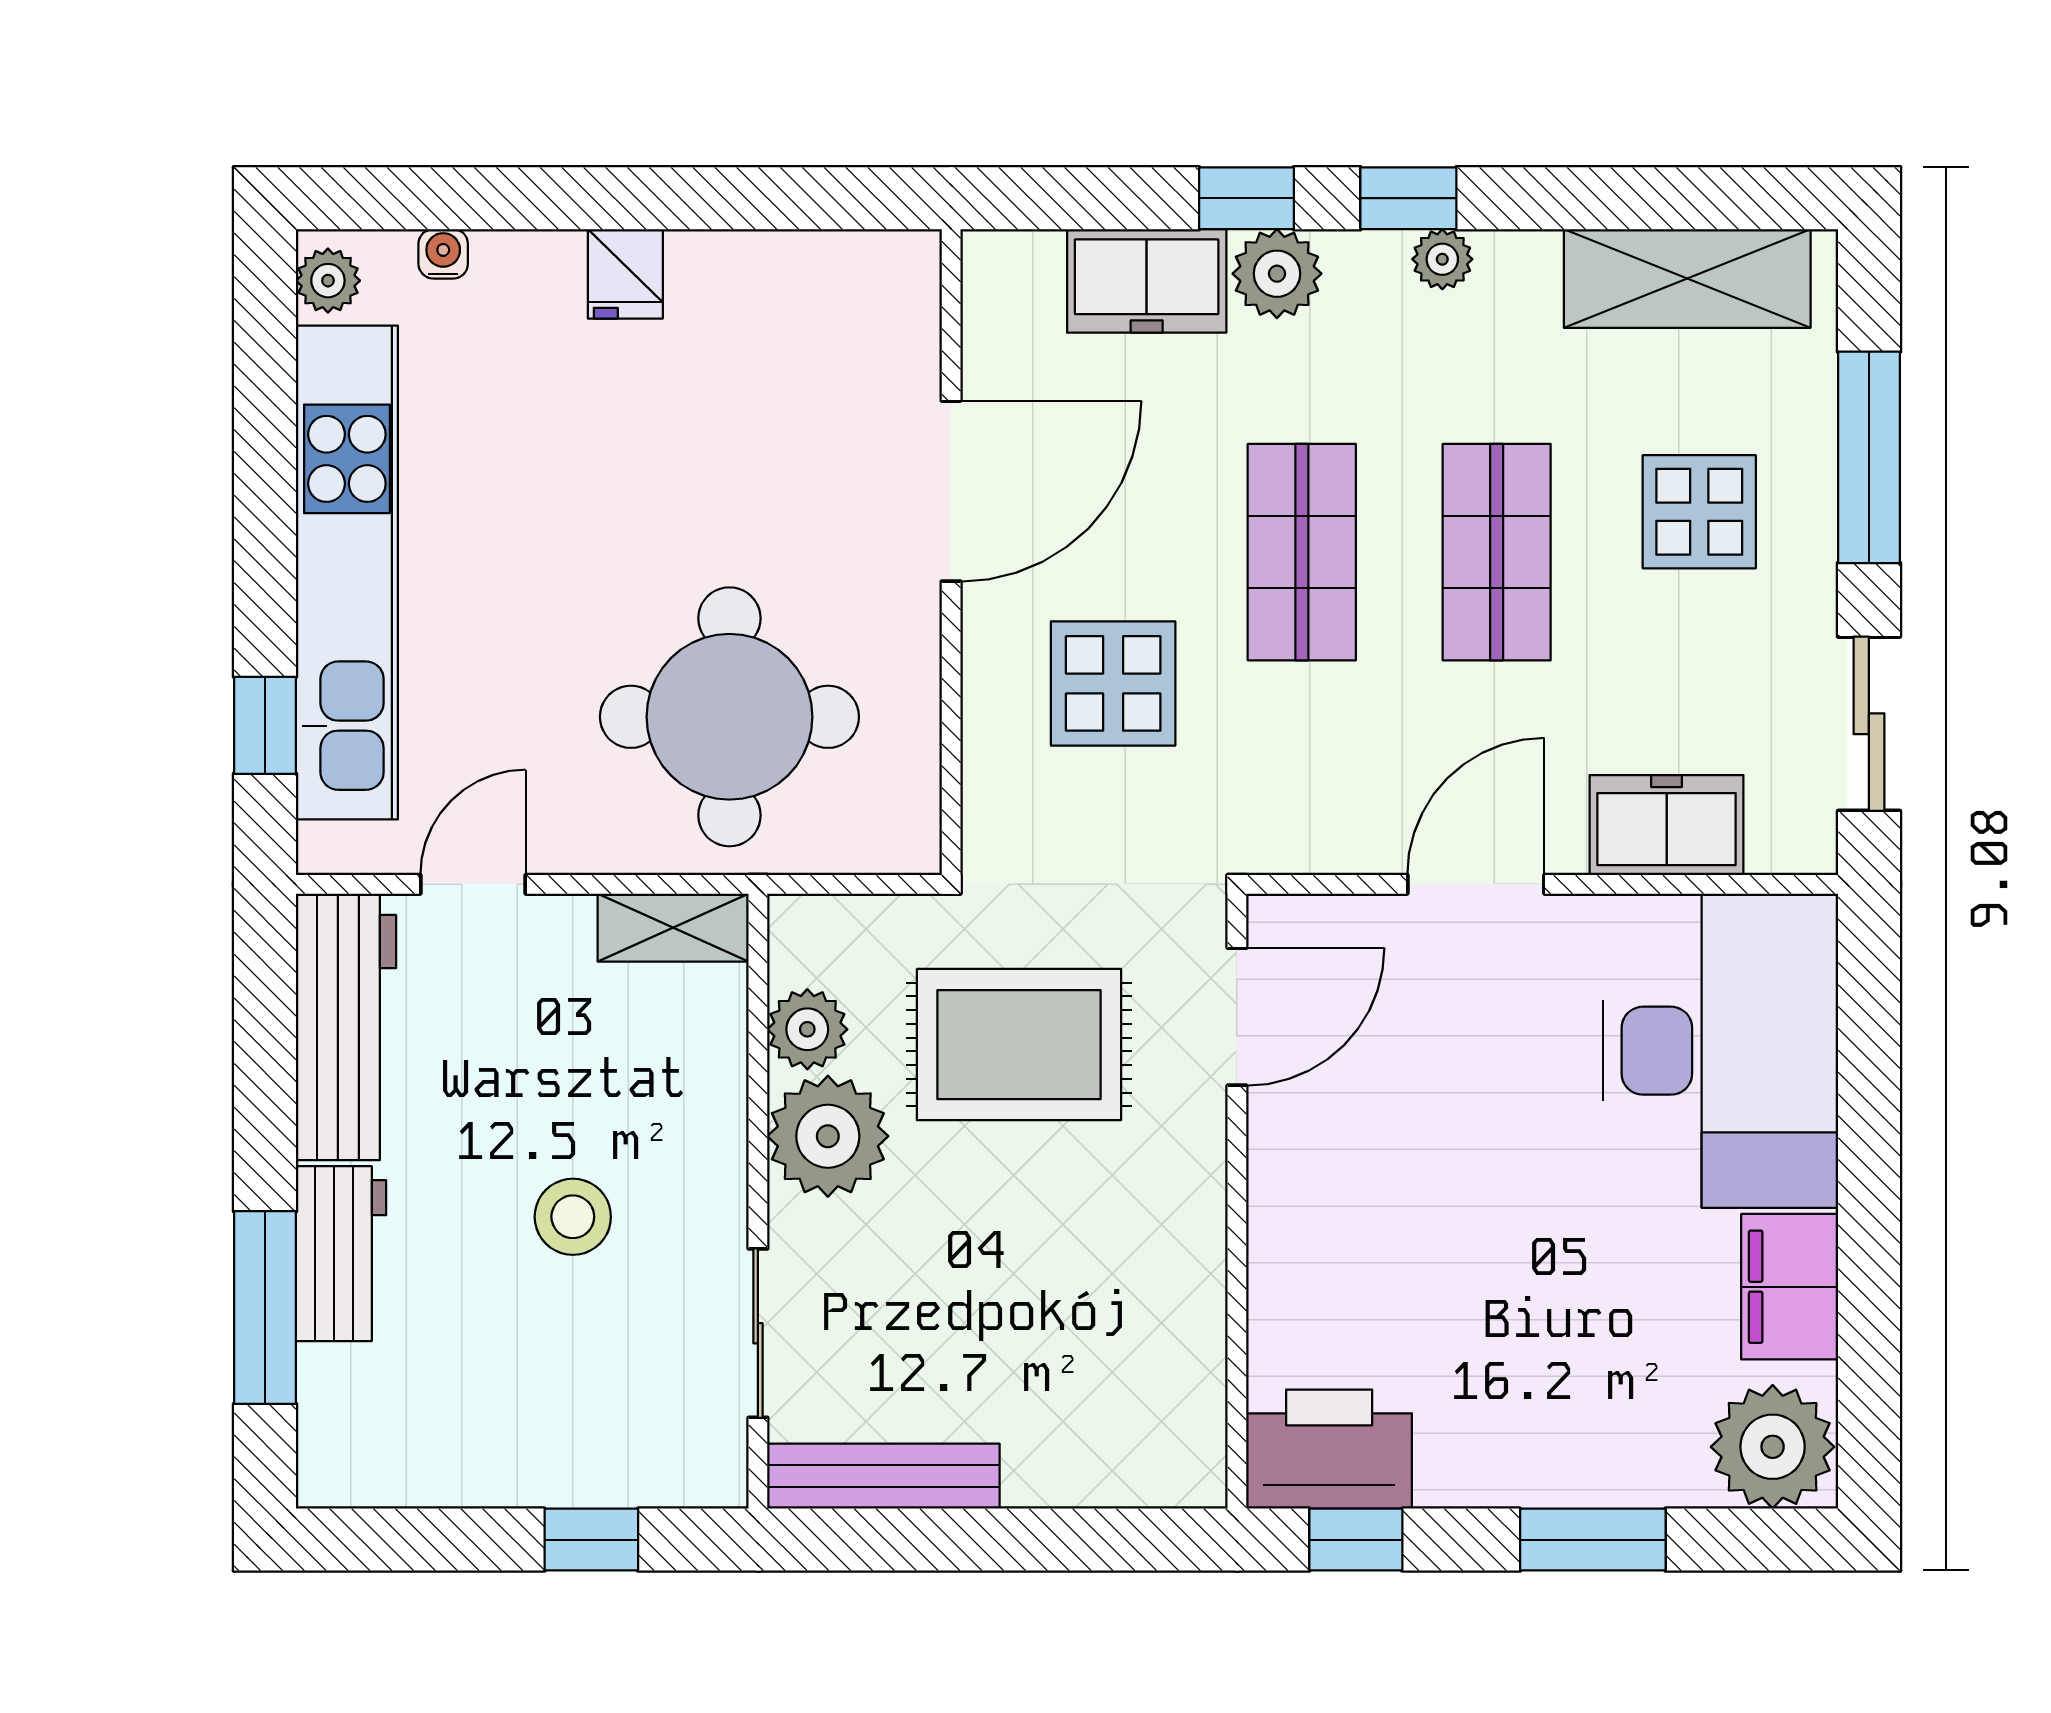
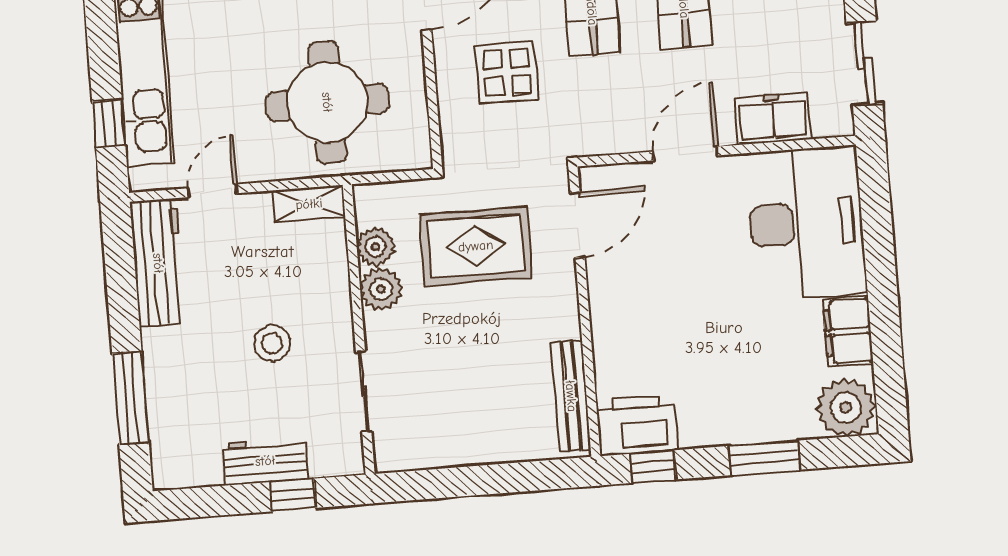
plant: (828, 1136) -> (381, 289), width x0.73, depth x0.73
workbench: (341, 1254) -> (265, 461), moved, turned -90
bench: (883, 1476) -> (571, 396), moved, turned 90

